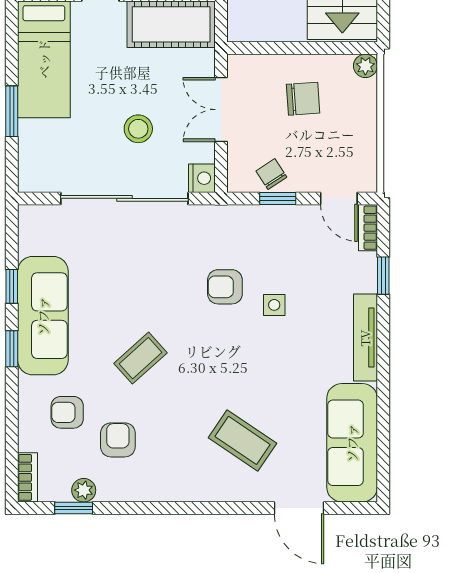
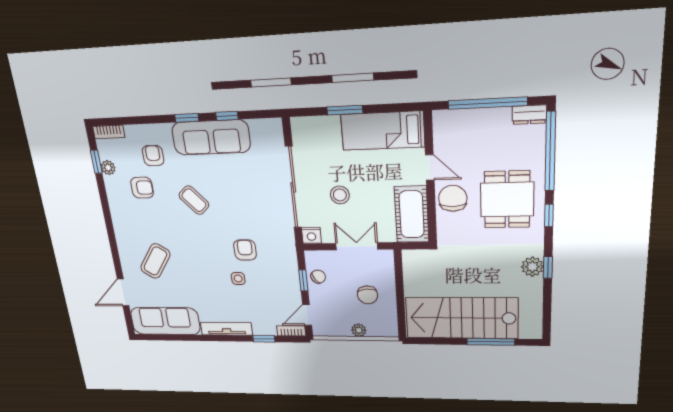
plant: (365, 66) -> (359, 330), moved

